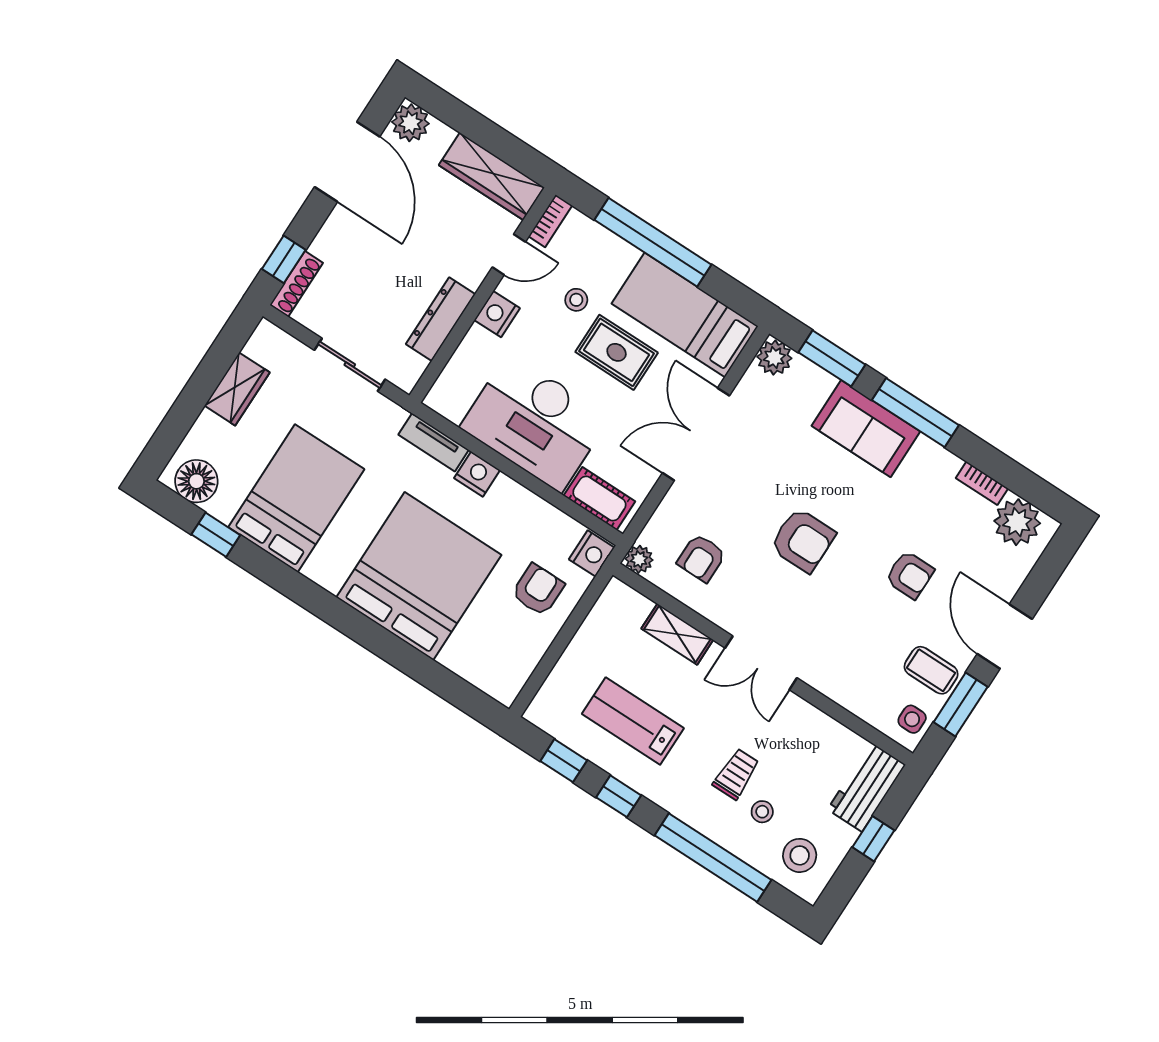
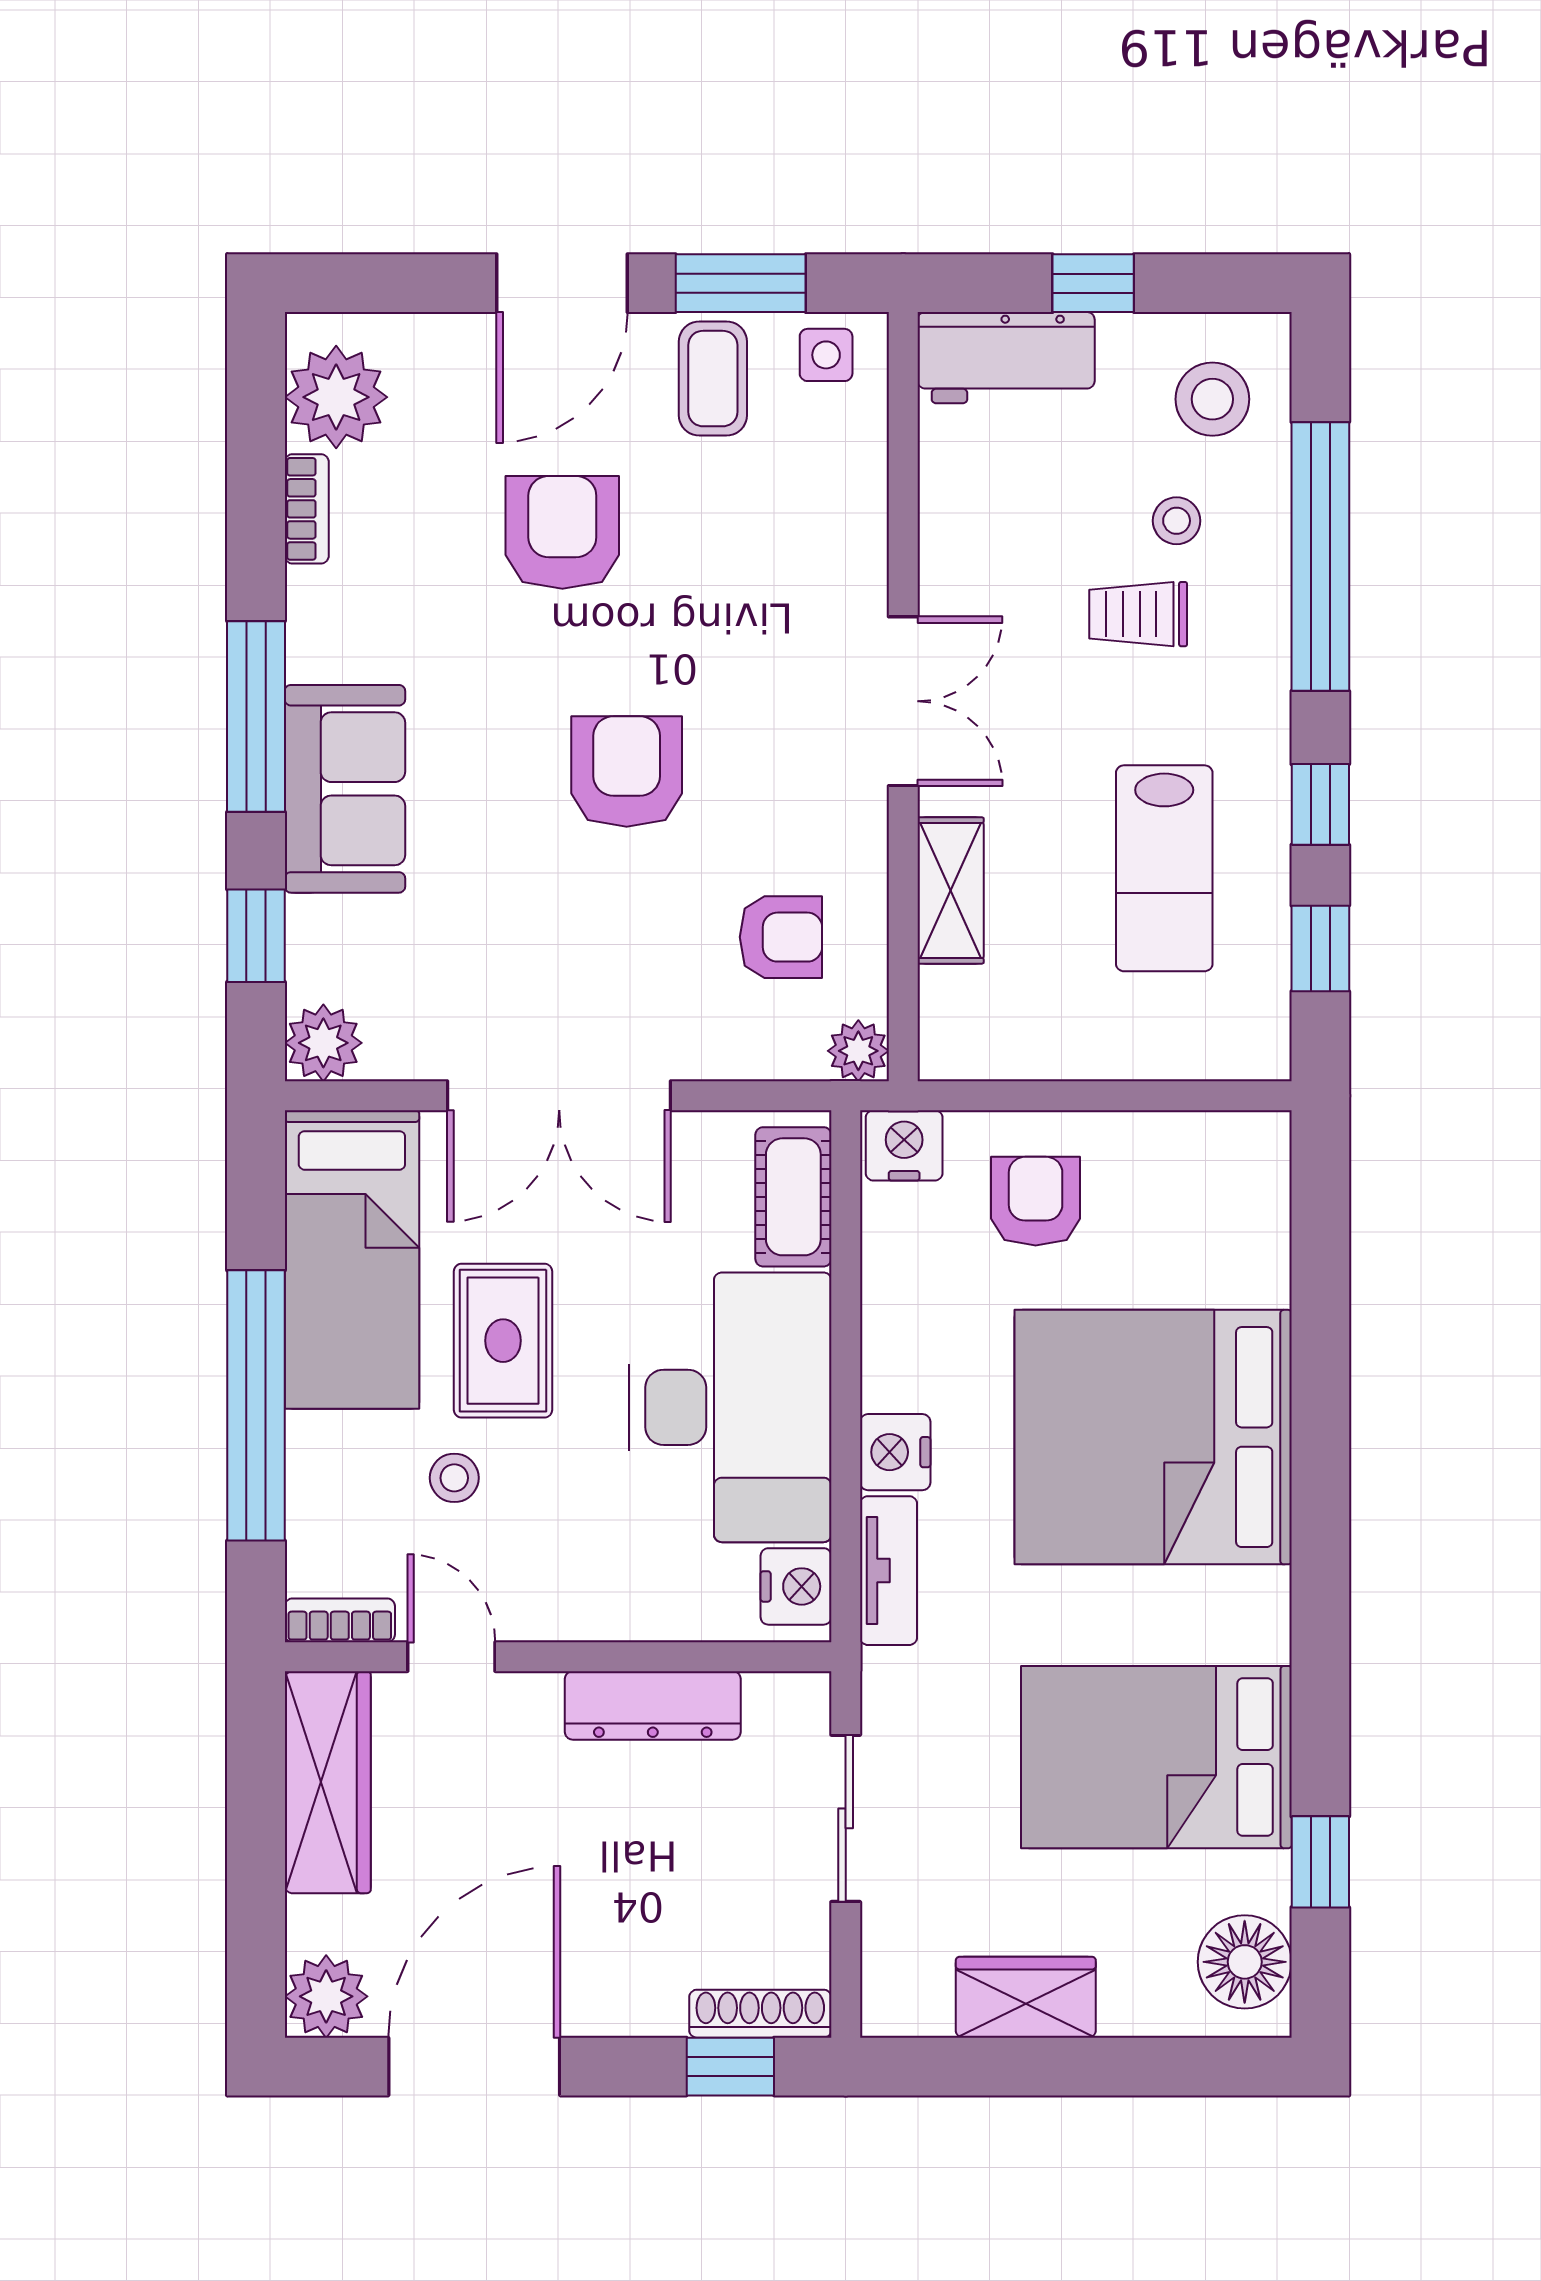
nightstand: (497, 314) -> (796, 1586), moved, turned -90
window: (832, 358) -> (256, 936), width x0.67
armchair: (910, 575) -> (562, 532), width x1.38, depth x1.38
armchair: (538, 590) -> (1036, 1201), turned 90

